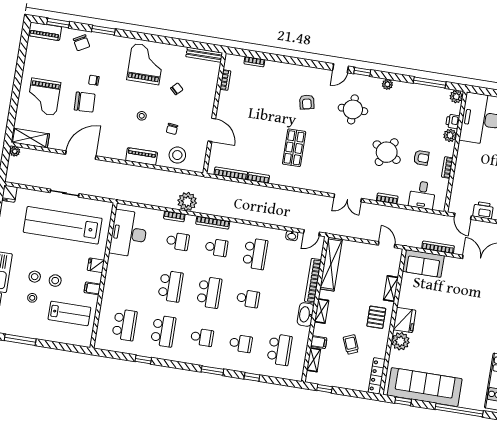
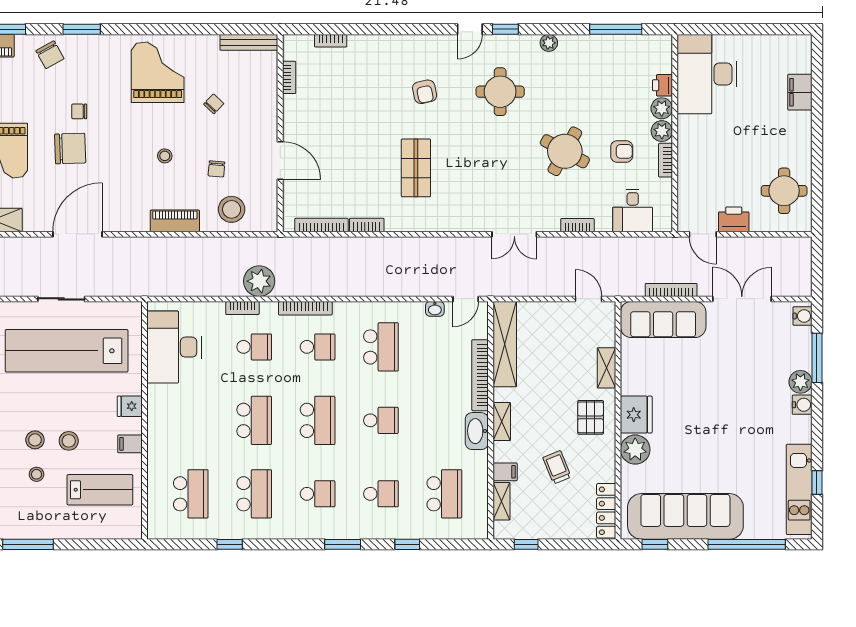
plant: (456, 97) -> (662, 131), moved
sofa: (423, 263) -> (663, 320), width x1.36

